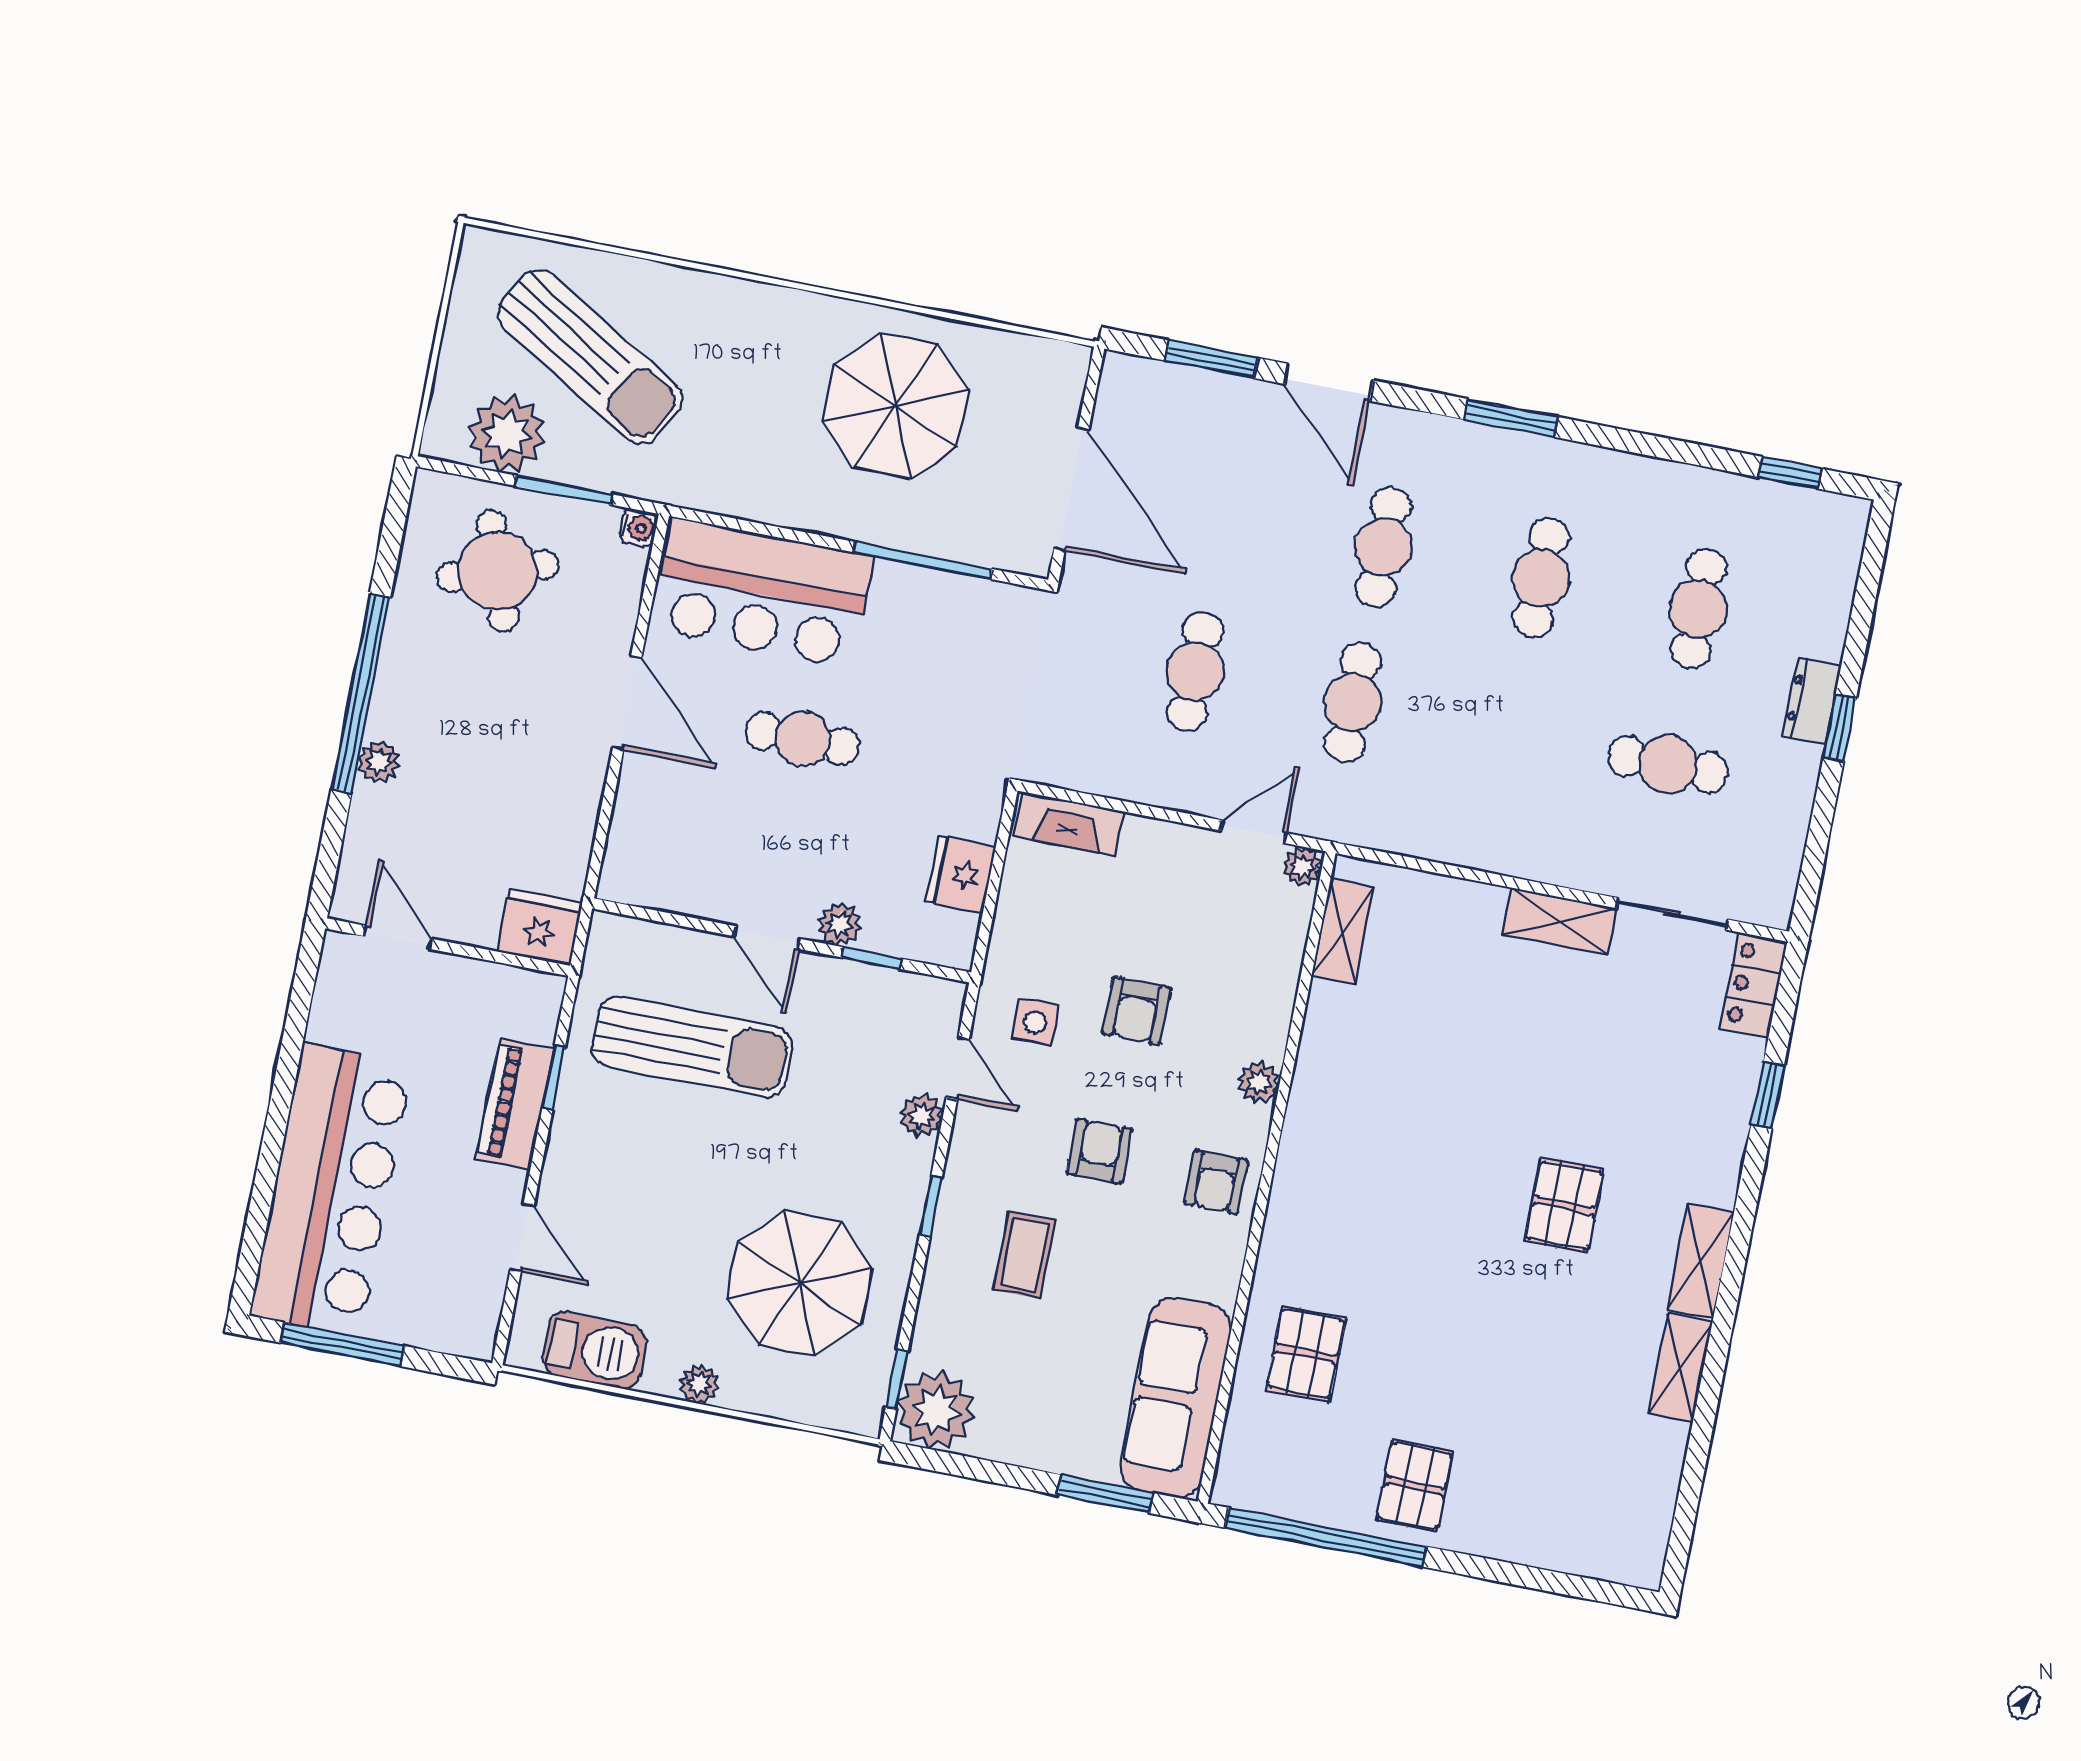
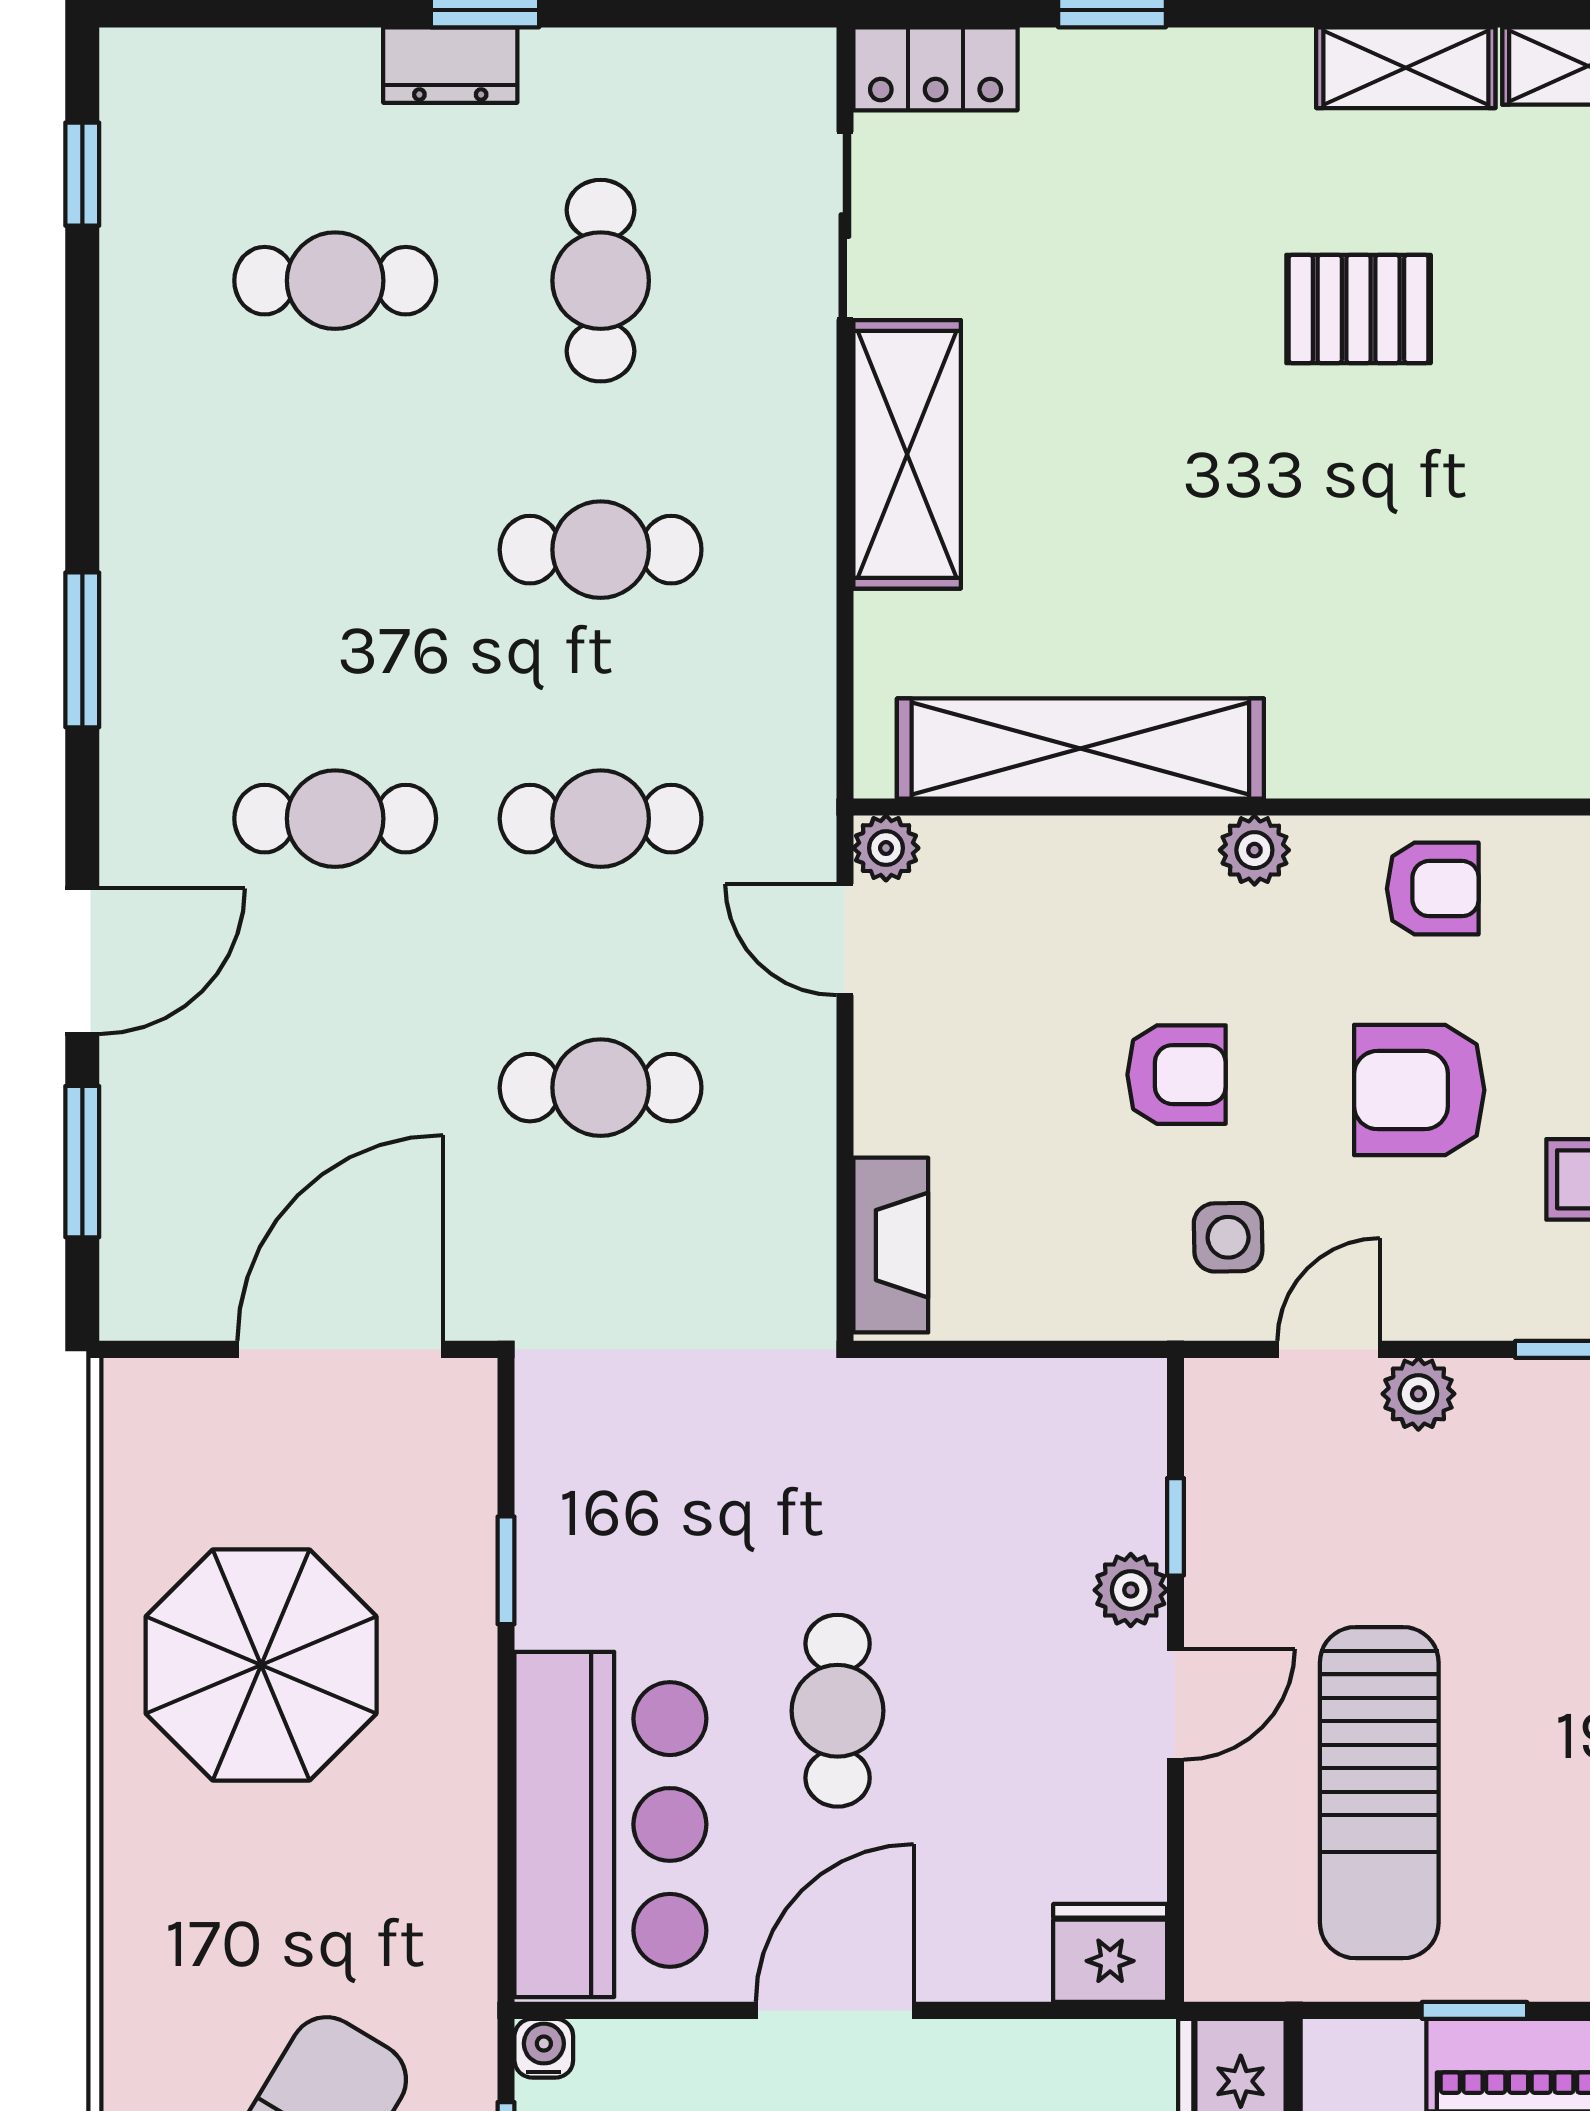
window: (923, 561) -> (506, 1570), width x0.46
cafe table: (1541, 578) -> (601, 550), moved
fridge: (961, 874) -> (1110, 1953), moved, turned 180
shelving: (1559, 921) -> (907, 454), width x1.50, depth x1.33
shelving: (1343, 932) -> (1080, 748), width x2.20, depth x1.33
sun lounger: (692, 1047) -> (1379, 1793), turned 180
armchair: (1099, 1151) -> (1419, 1090), width x1.38, depth x1.38

